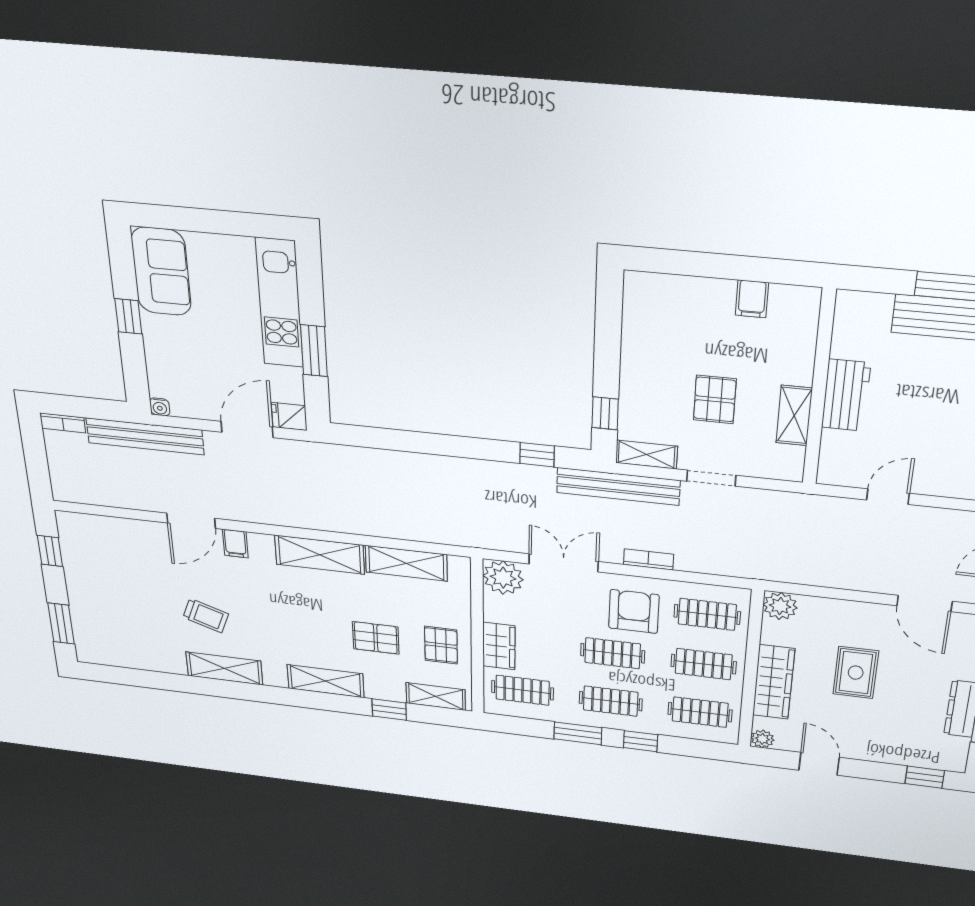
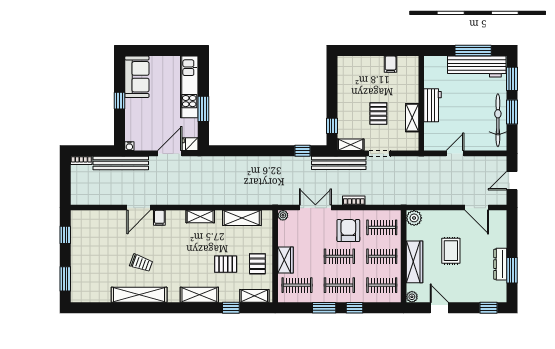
shelving: (320, 555) -> (200, 217), width x0.67, depth x0.75
plant: (503, 578) -> (283, 215), width x0.53, depth x0.53
shelving: (224, 668) -> (139, 295), width x1.47

